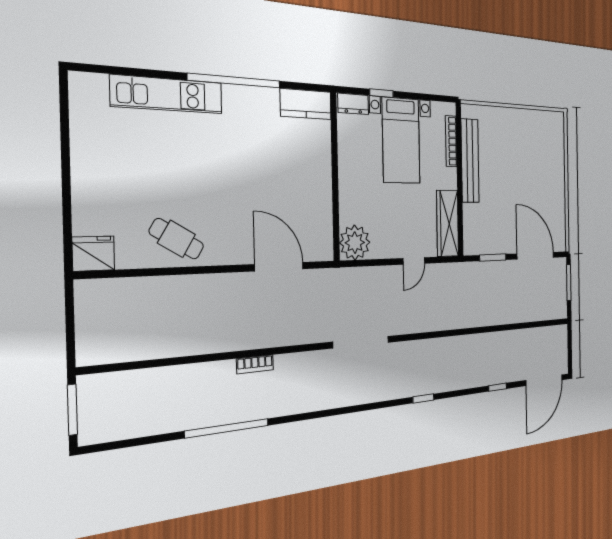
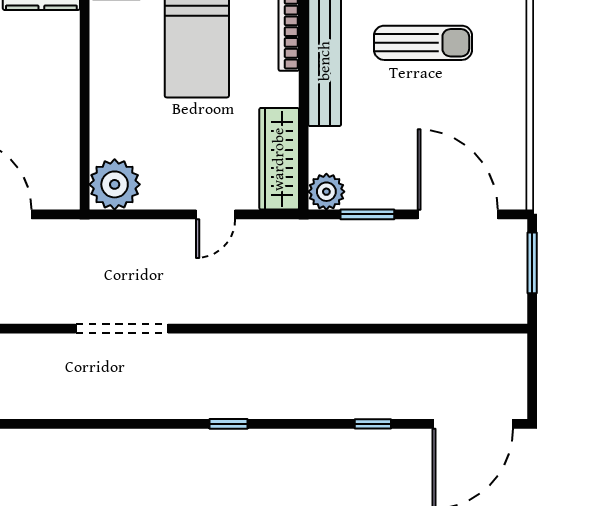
sun lounger: (518, 151) -> (423, 43), added
plant: (472, 244) -> (326, 192), added

